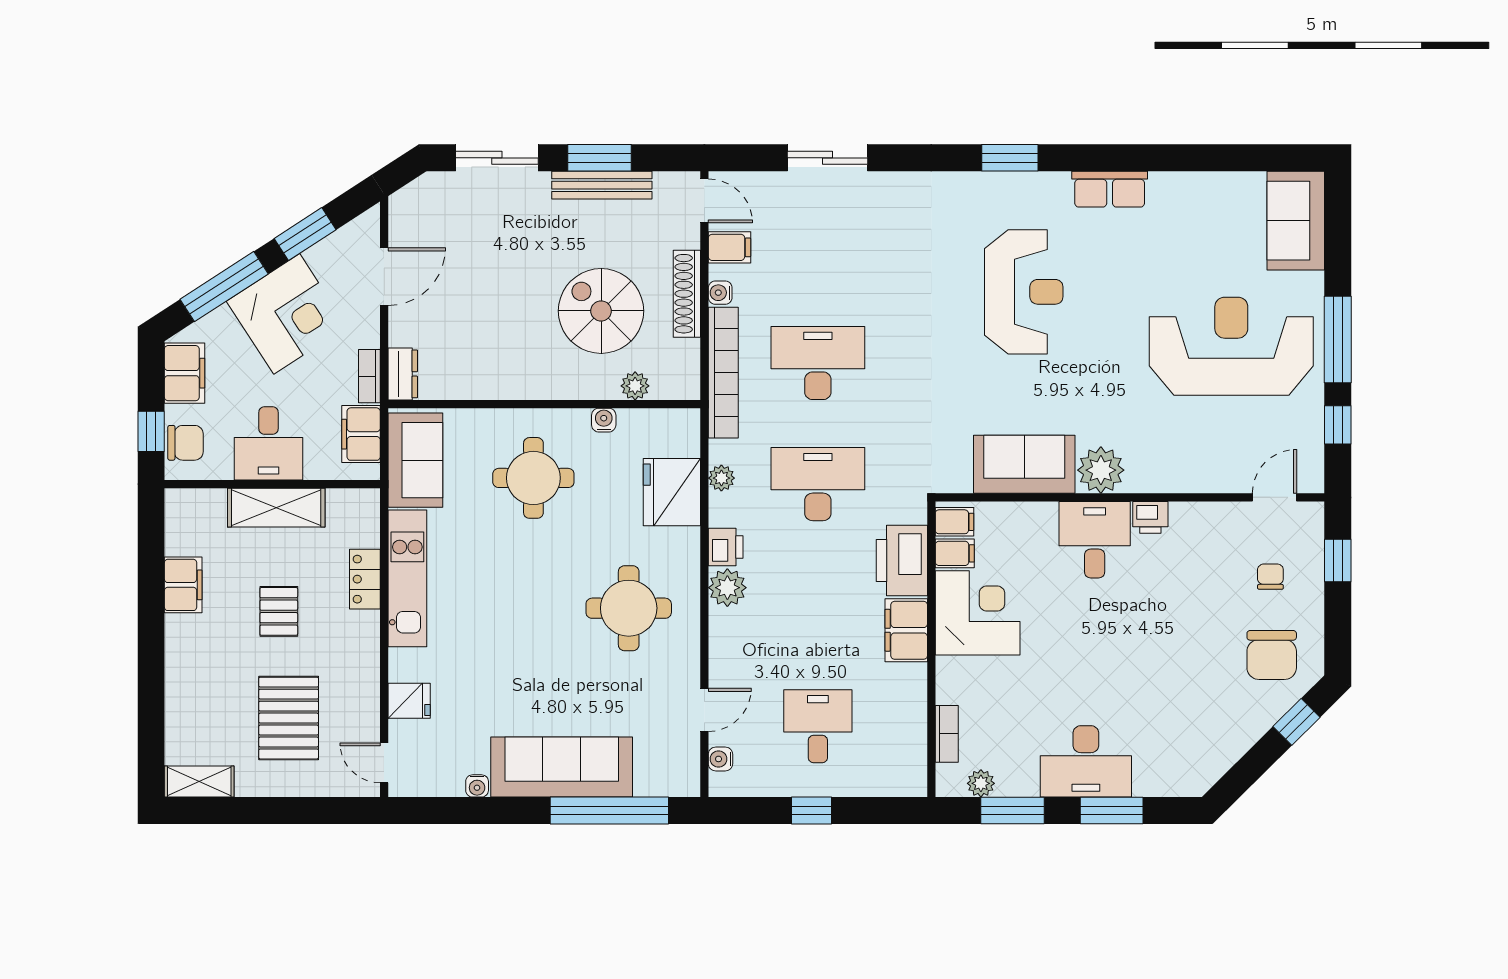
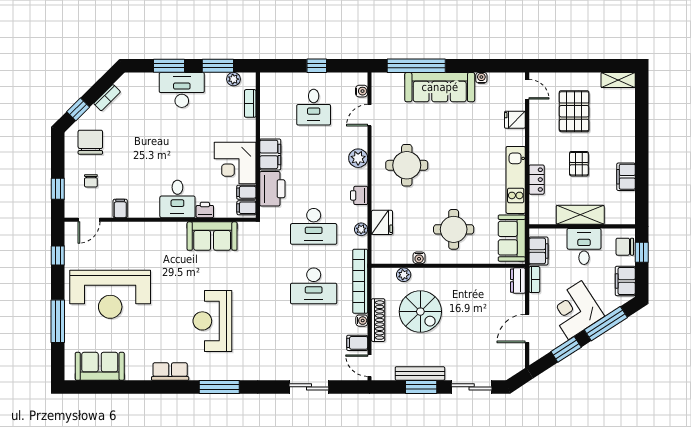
window: (1010, 158) -> (219, 387), width x1.44
sofa: (1296, 221) -> (100, 366), moved, turned -90
window: (1338, 340) -> (58, 321), moved
plant: (1101, 470) -> (174, 233), removed
fridge: (672, 492) -> (382, 222), width x0.73, depth x0.75
printer: (1150, 517) -> (205, 210), moved
filing cabinet: (1211, 520) -> (120, 208), added
plant: (727, 588) -> (358, 158), moved
bookcase: (1238, 746) -> (107, 98), added

